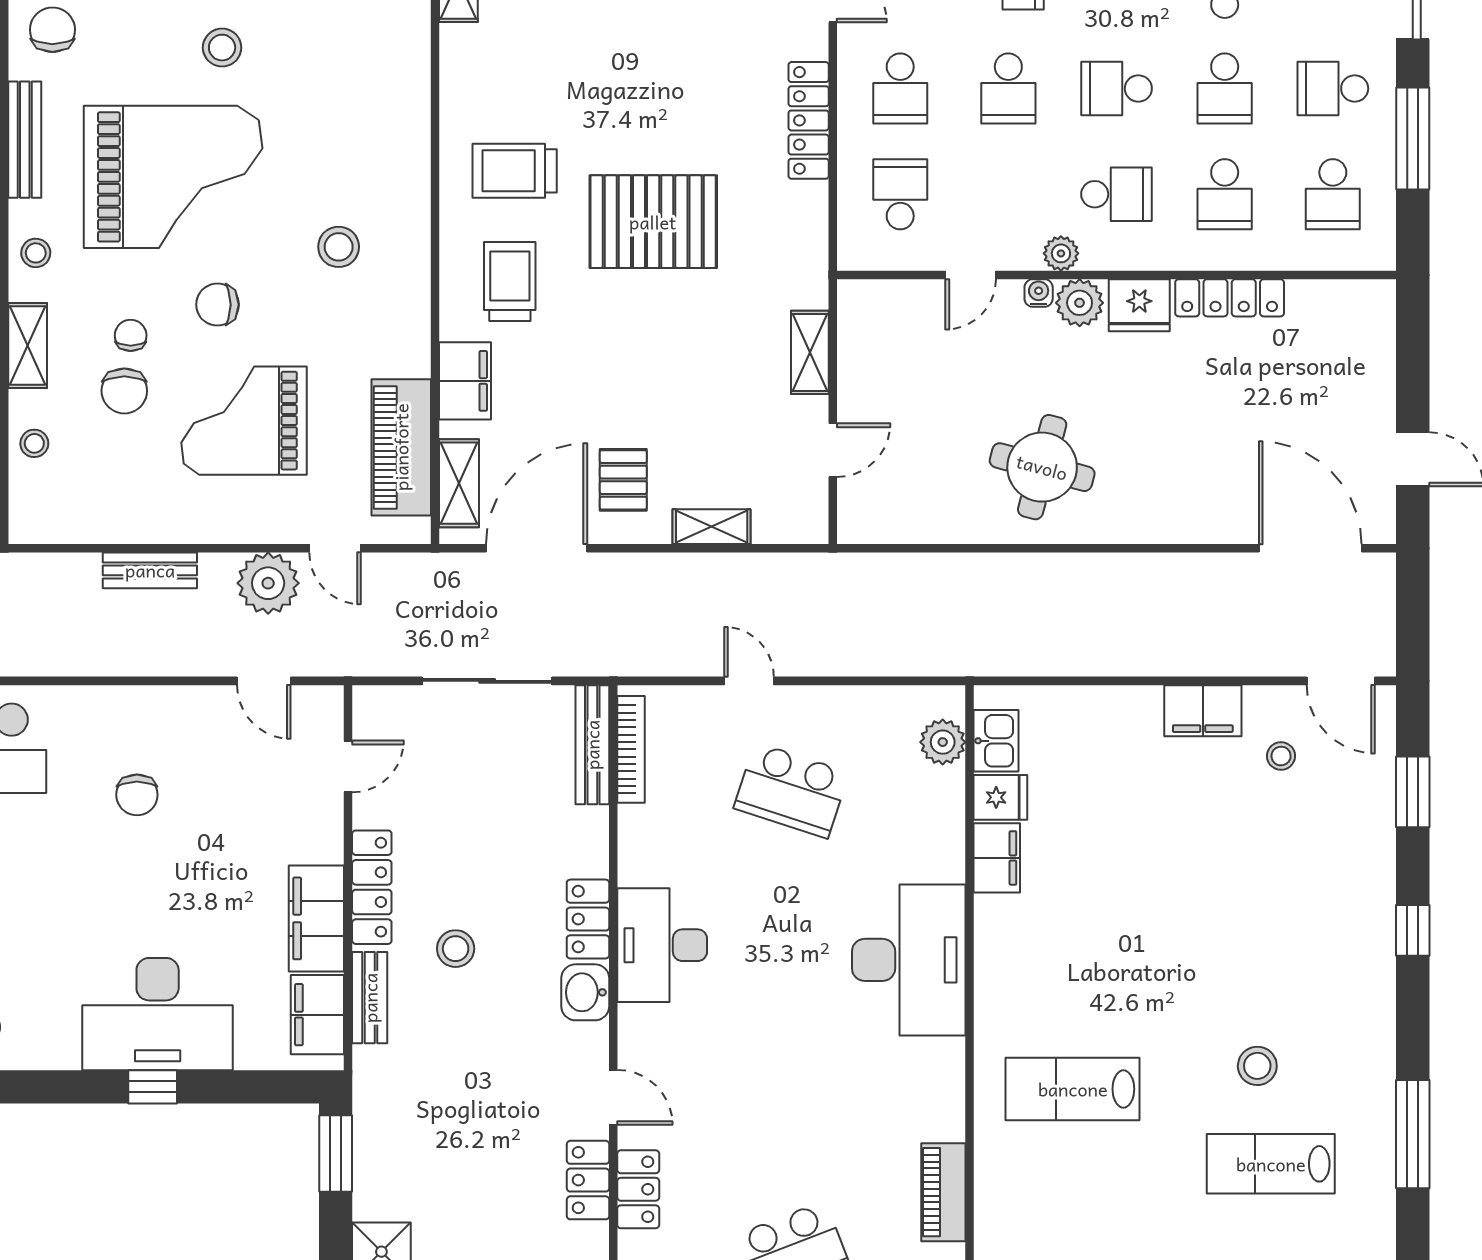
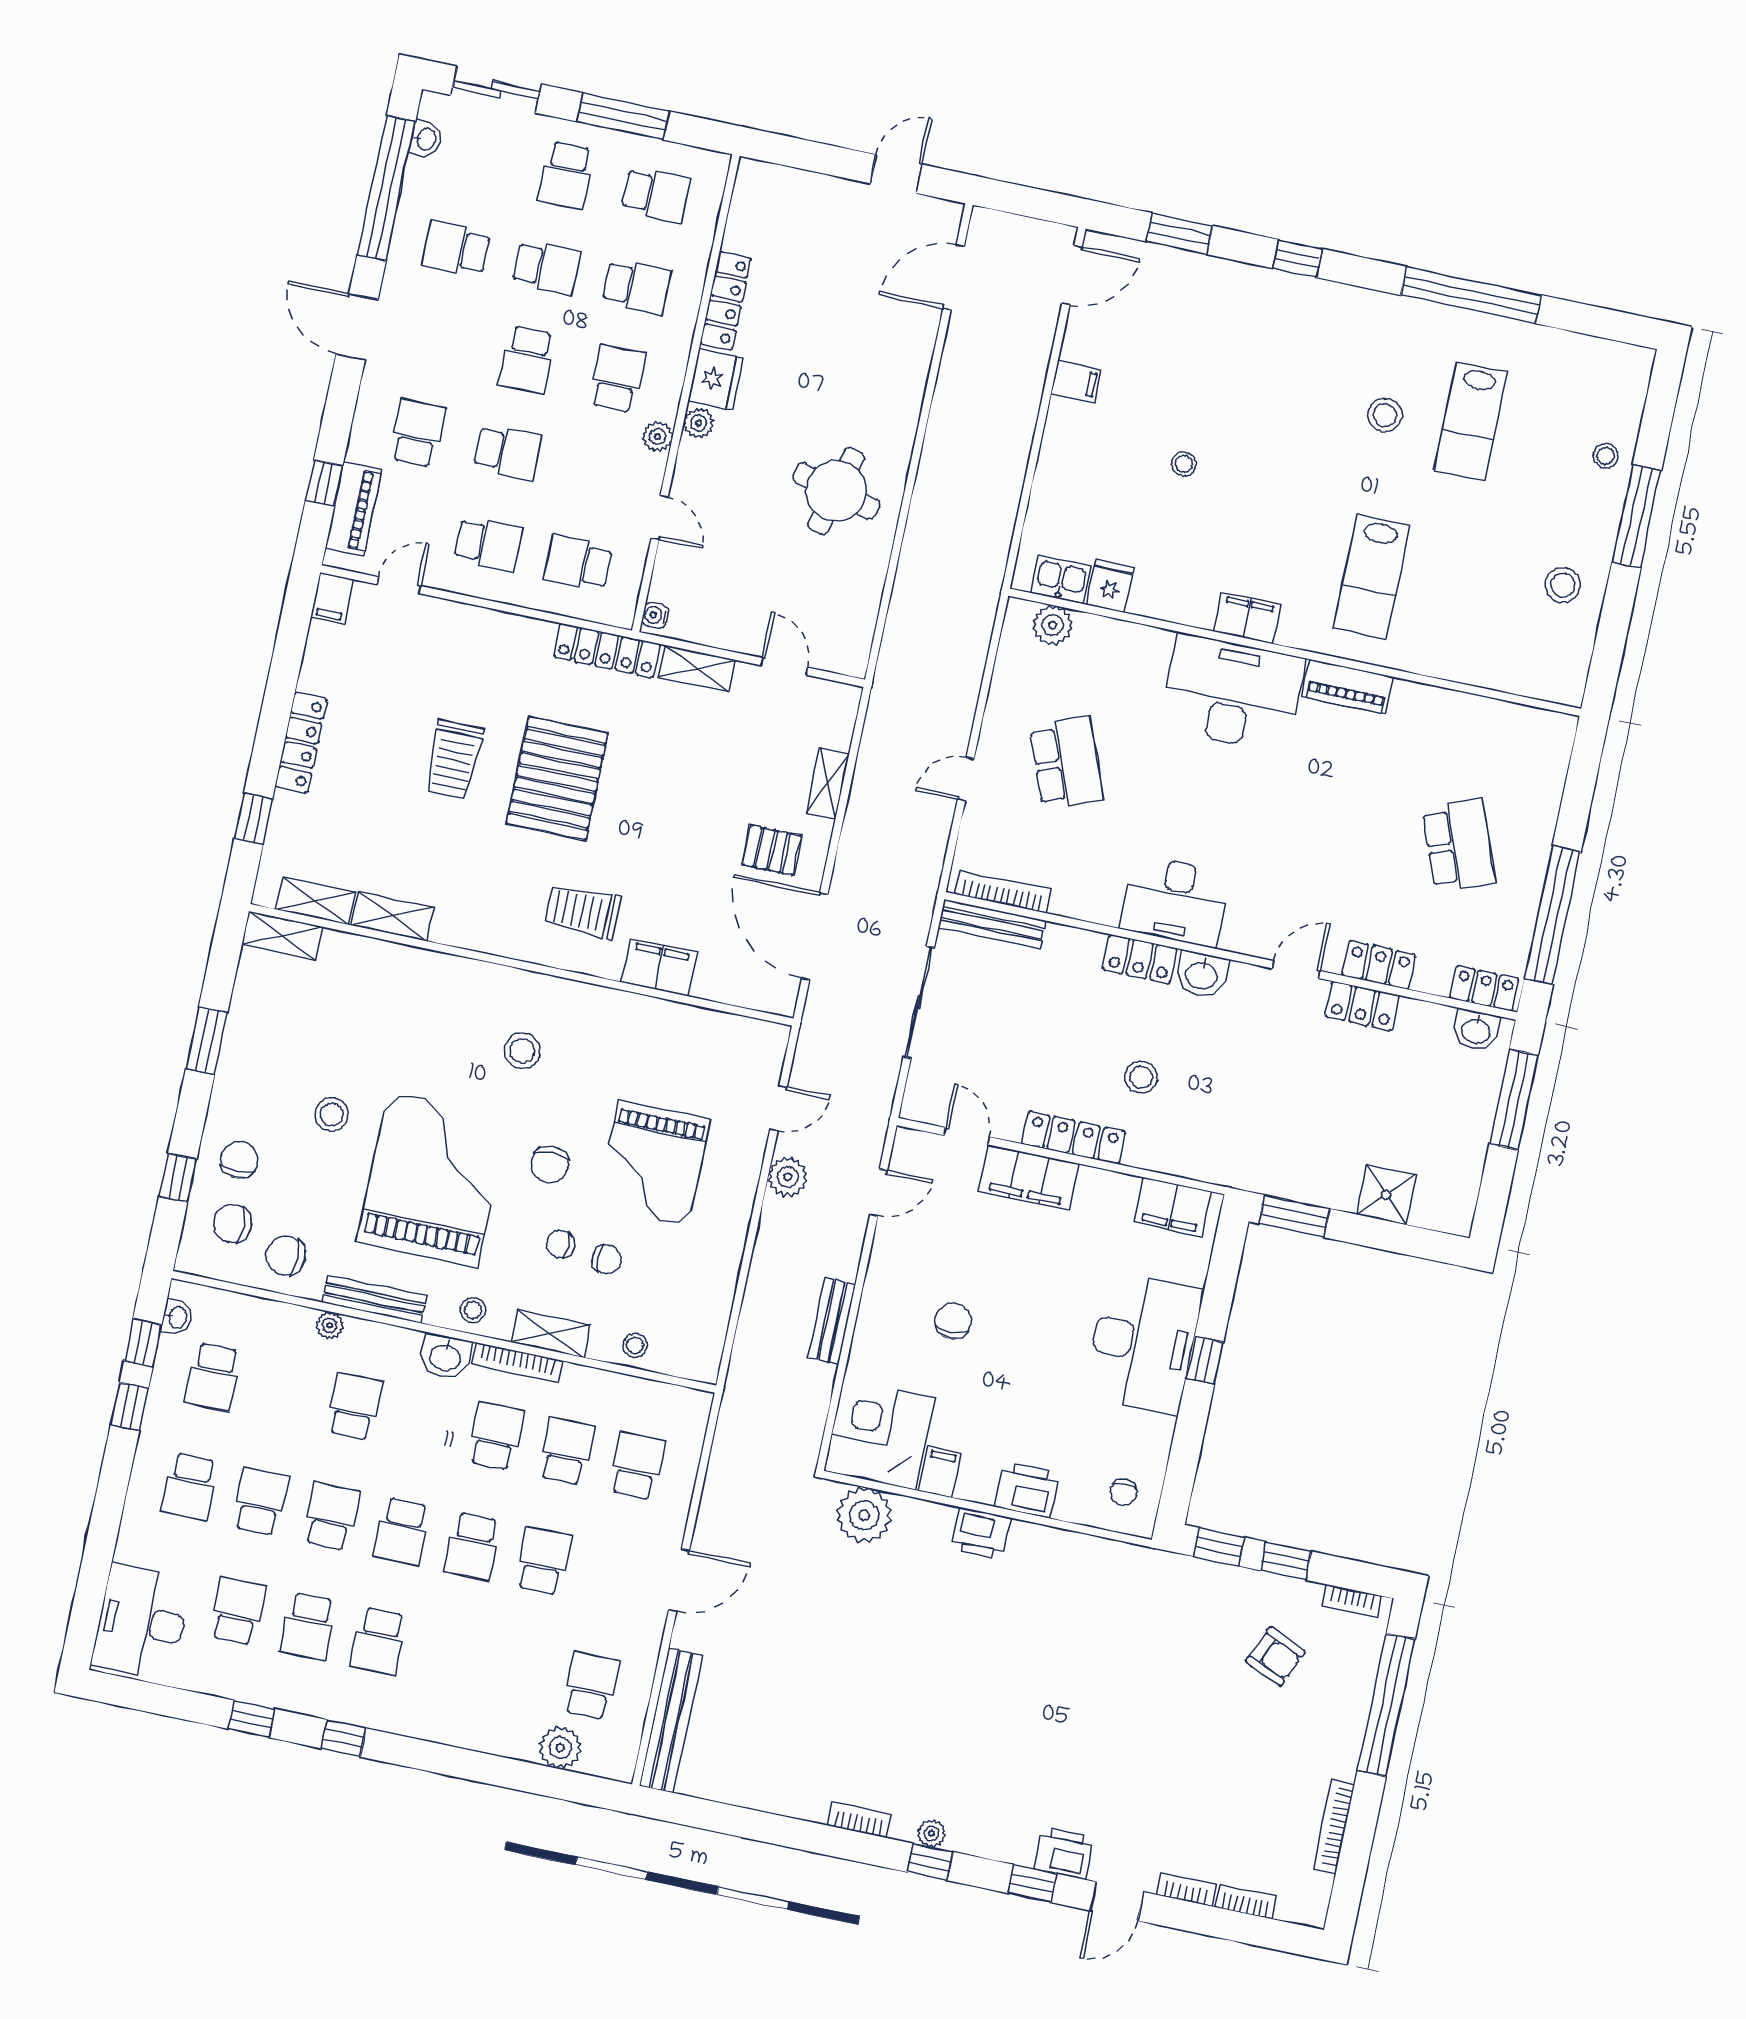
locker: (809, 120) -> (607, 650), moved
trolley: (515, 171) -> (454, 760), moved
water cooler: (1039, 293) -> (655, 615), moved
plant: (1080, 303) -> (699, 423), width x0.73, depth x0.73
chair: (124, 391) -> (607, 1259), width x0.73, depth x0.73
piano: (401, 447) -> (704, 1034), removed
shelving: (459, 483) -> (393, 916), moved
door: (1310, 548) -> (954, 277), width x0.73
bench: (150, 570) -> (832, 1321), moved
plant: (268, 583) -> (788, 1177), width x0.73, depth x0.73
filing cabinet: (1203, 711) -> (1076, 381), width x0.50
stool: (1281, 756) -> (1184, 464), moved
school desk: (791, 790) -> (1067, 763), turned -39
chair: (137, 795) -> (953, 1321), turned -90
filing cabinet: (997, 858) -> (1247, 618), moved
filing cabinet: (316, 918) -> (1029, 1177), moved
bench: (370, 998) -> (1167, 1159), removed
window: (1413, 1134) -> (1471, 295), width x1.46
piano: (943, 1192) -> (1347, 687), moved

